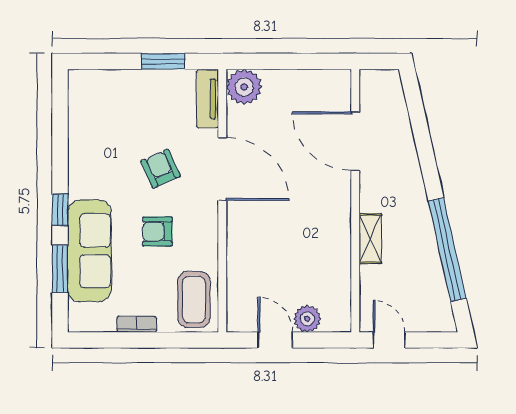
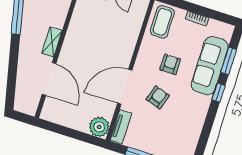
armchair: (161, 169) -> (158, 97), turned -138
door: (222, 169) -> (125, 87), hinge flipped
armchair: (157, 232) -> (170, 64), turned -90
shelving: (370, 239) -> (52, 42), moved

